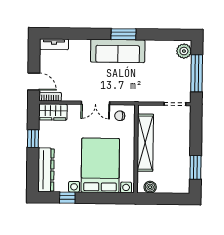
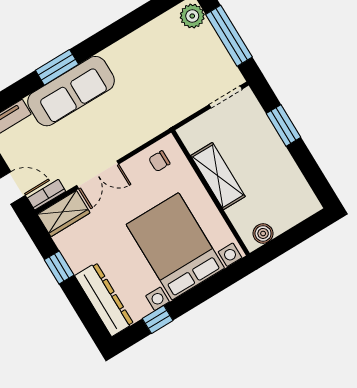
window: (123, 34) -> (57, 67), moved
sofa: (118, 51) -> (71, 91), moved
double door: (95, 103) -> (98, 175), moved
shelving: (145, 143) -> (218, 176), width x0.68
window: (195, 167) -> (284, 125), moved

